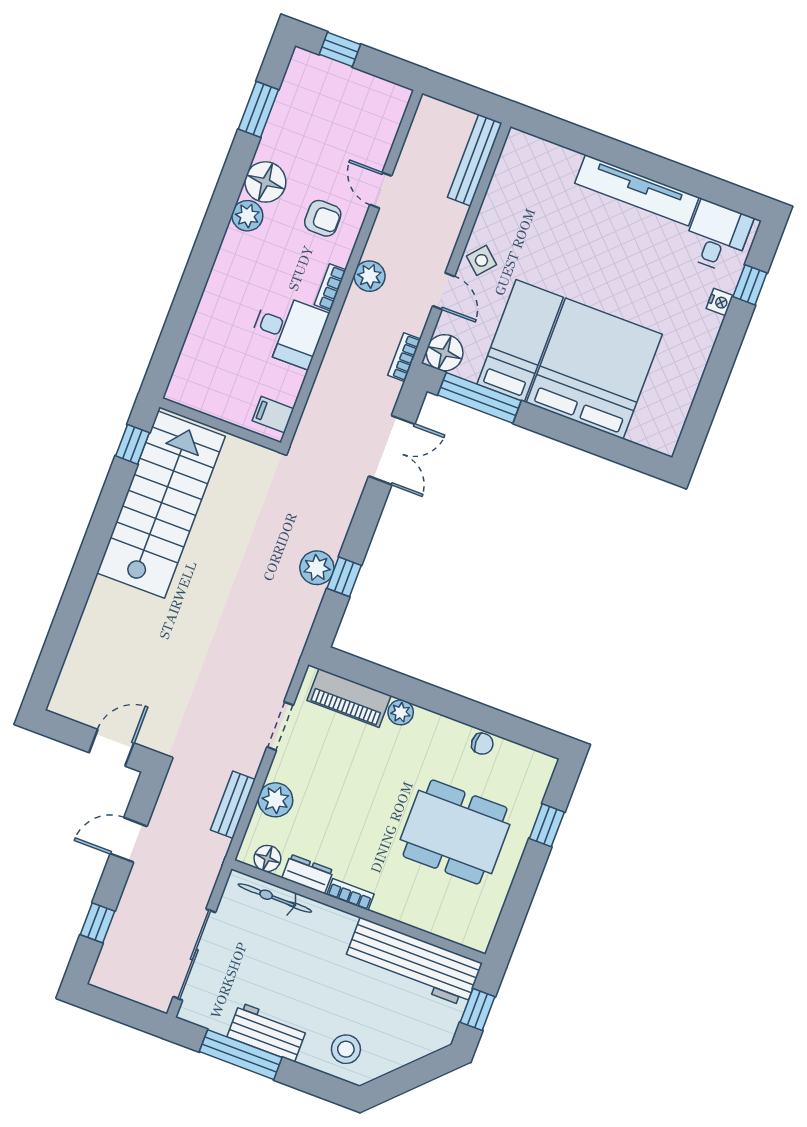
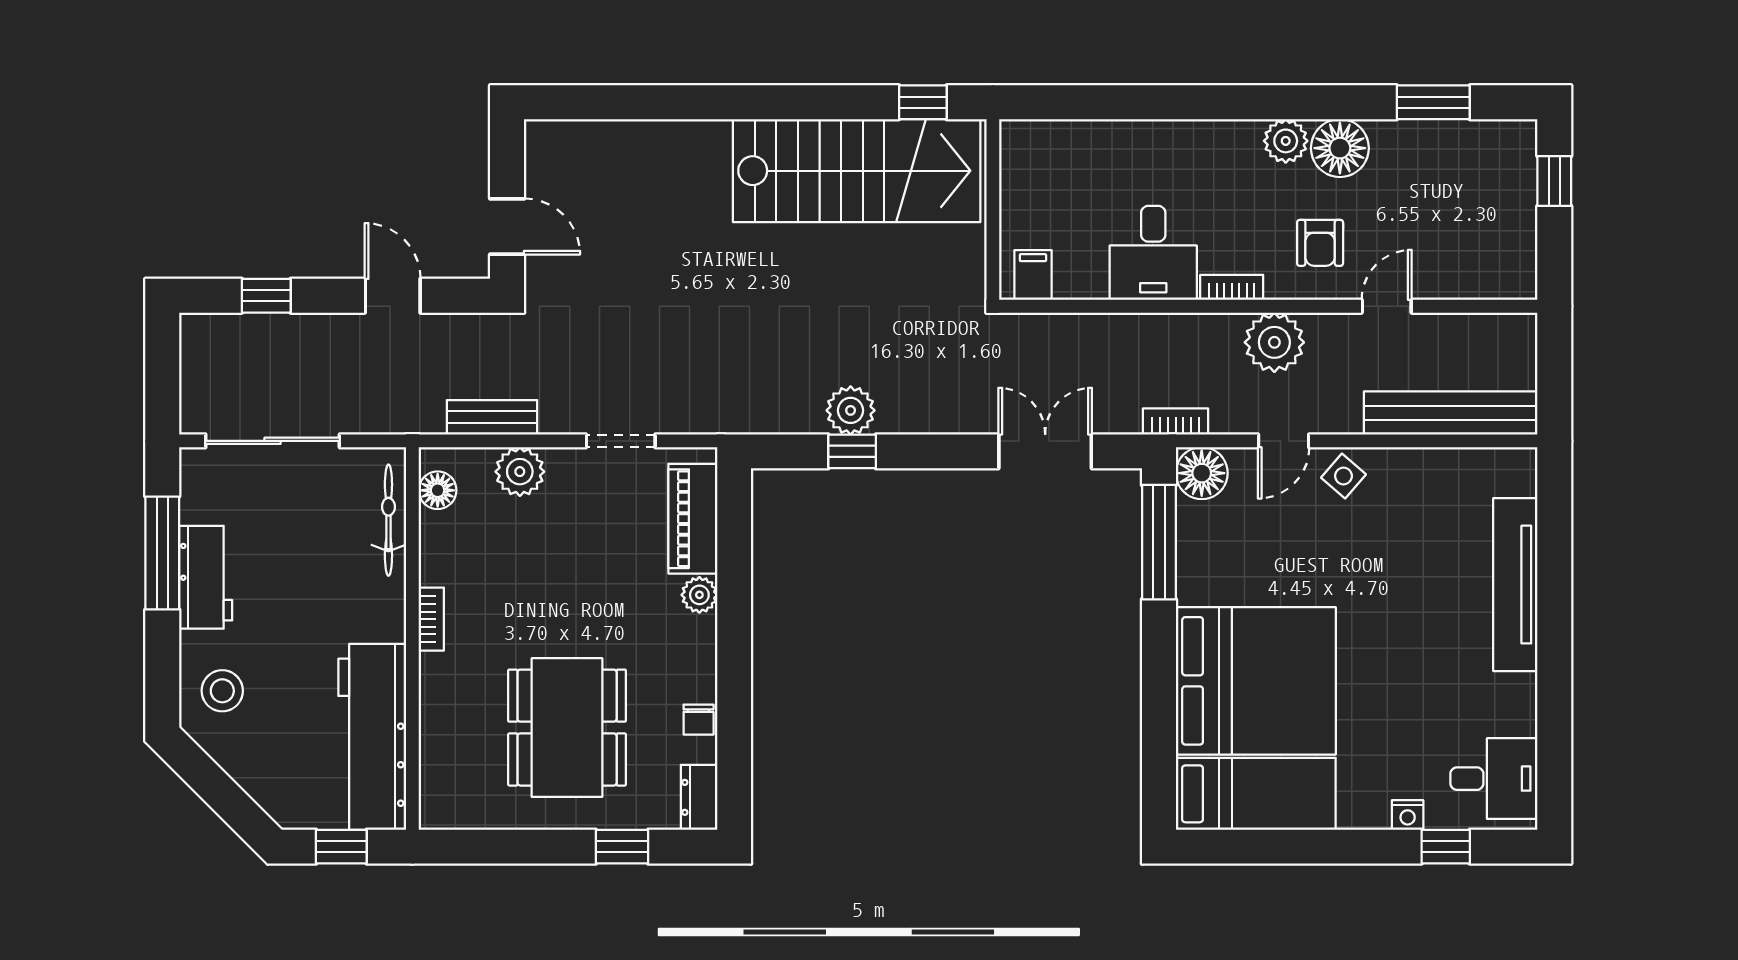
bench: (475, 160) -> (1451, 413), width x1.37, depth x1.21
tv unit: (637, 190) -> (1515, 585), moved
plant: (370, 276) -> (1274, 342), width x1.36, depth x1.36
bed: (520, 341) -> (1256, 794), moved
double door: (392, 450) -> (1045, 451), swing flipped
dresser: (308, 874) -> (699, 797), moved, turned 180

